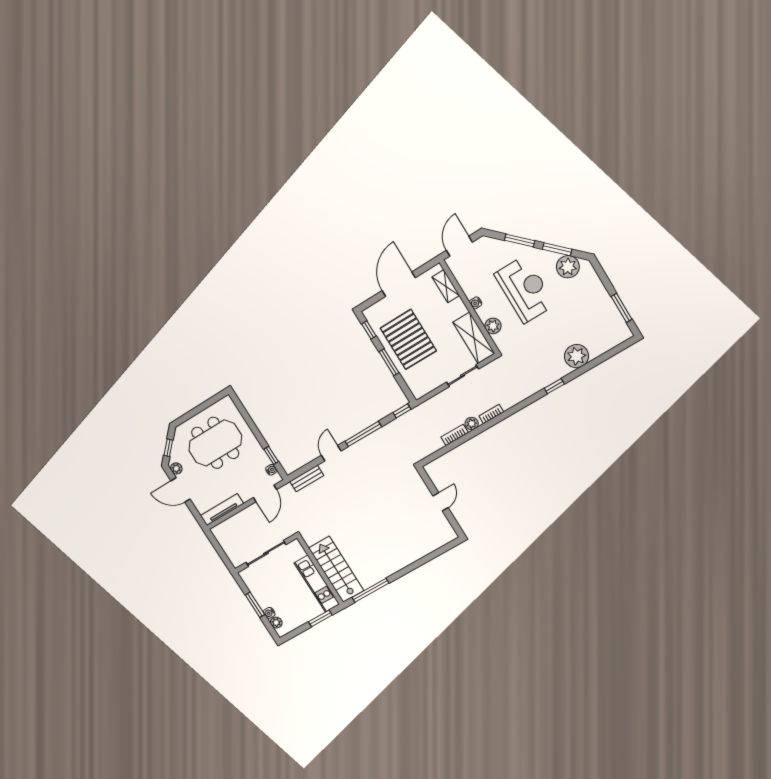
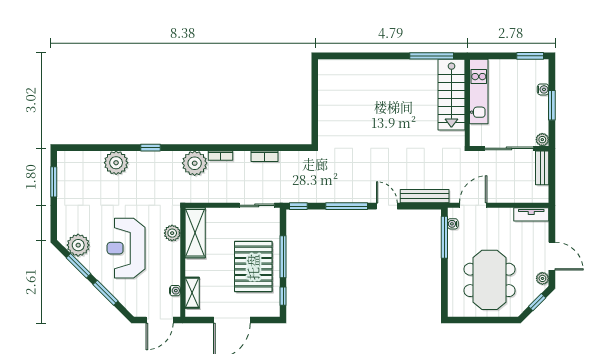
water cooler: (476, 303) -> (175, 291), moved
window: (389, 362) -> (283, 257), width x1.44
sliding door: (463, 376) -> (257, 205), moved
plant: (472, 424) -> (195, 163), moved, width x1.87, depth x1.87
meeting table: (215, 443) -> (490, 280), turned 90
door: (331, 453) -> (387, 206), swing flipped
window: (271, 455) -> (444, 237), width x2.17
bench: (307, 478) -> (425, 196), width x1.36
door: (441, 502) -> (315, 102), removed
tv unit: (222, 510) -> (531, 214), width x0.71
bench: (231, 553) -> (542, 168), added
window: (320, 618) -> (530, 56), moved
plant: (276, 623) -> (542, 140), moved

